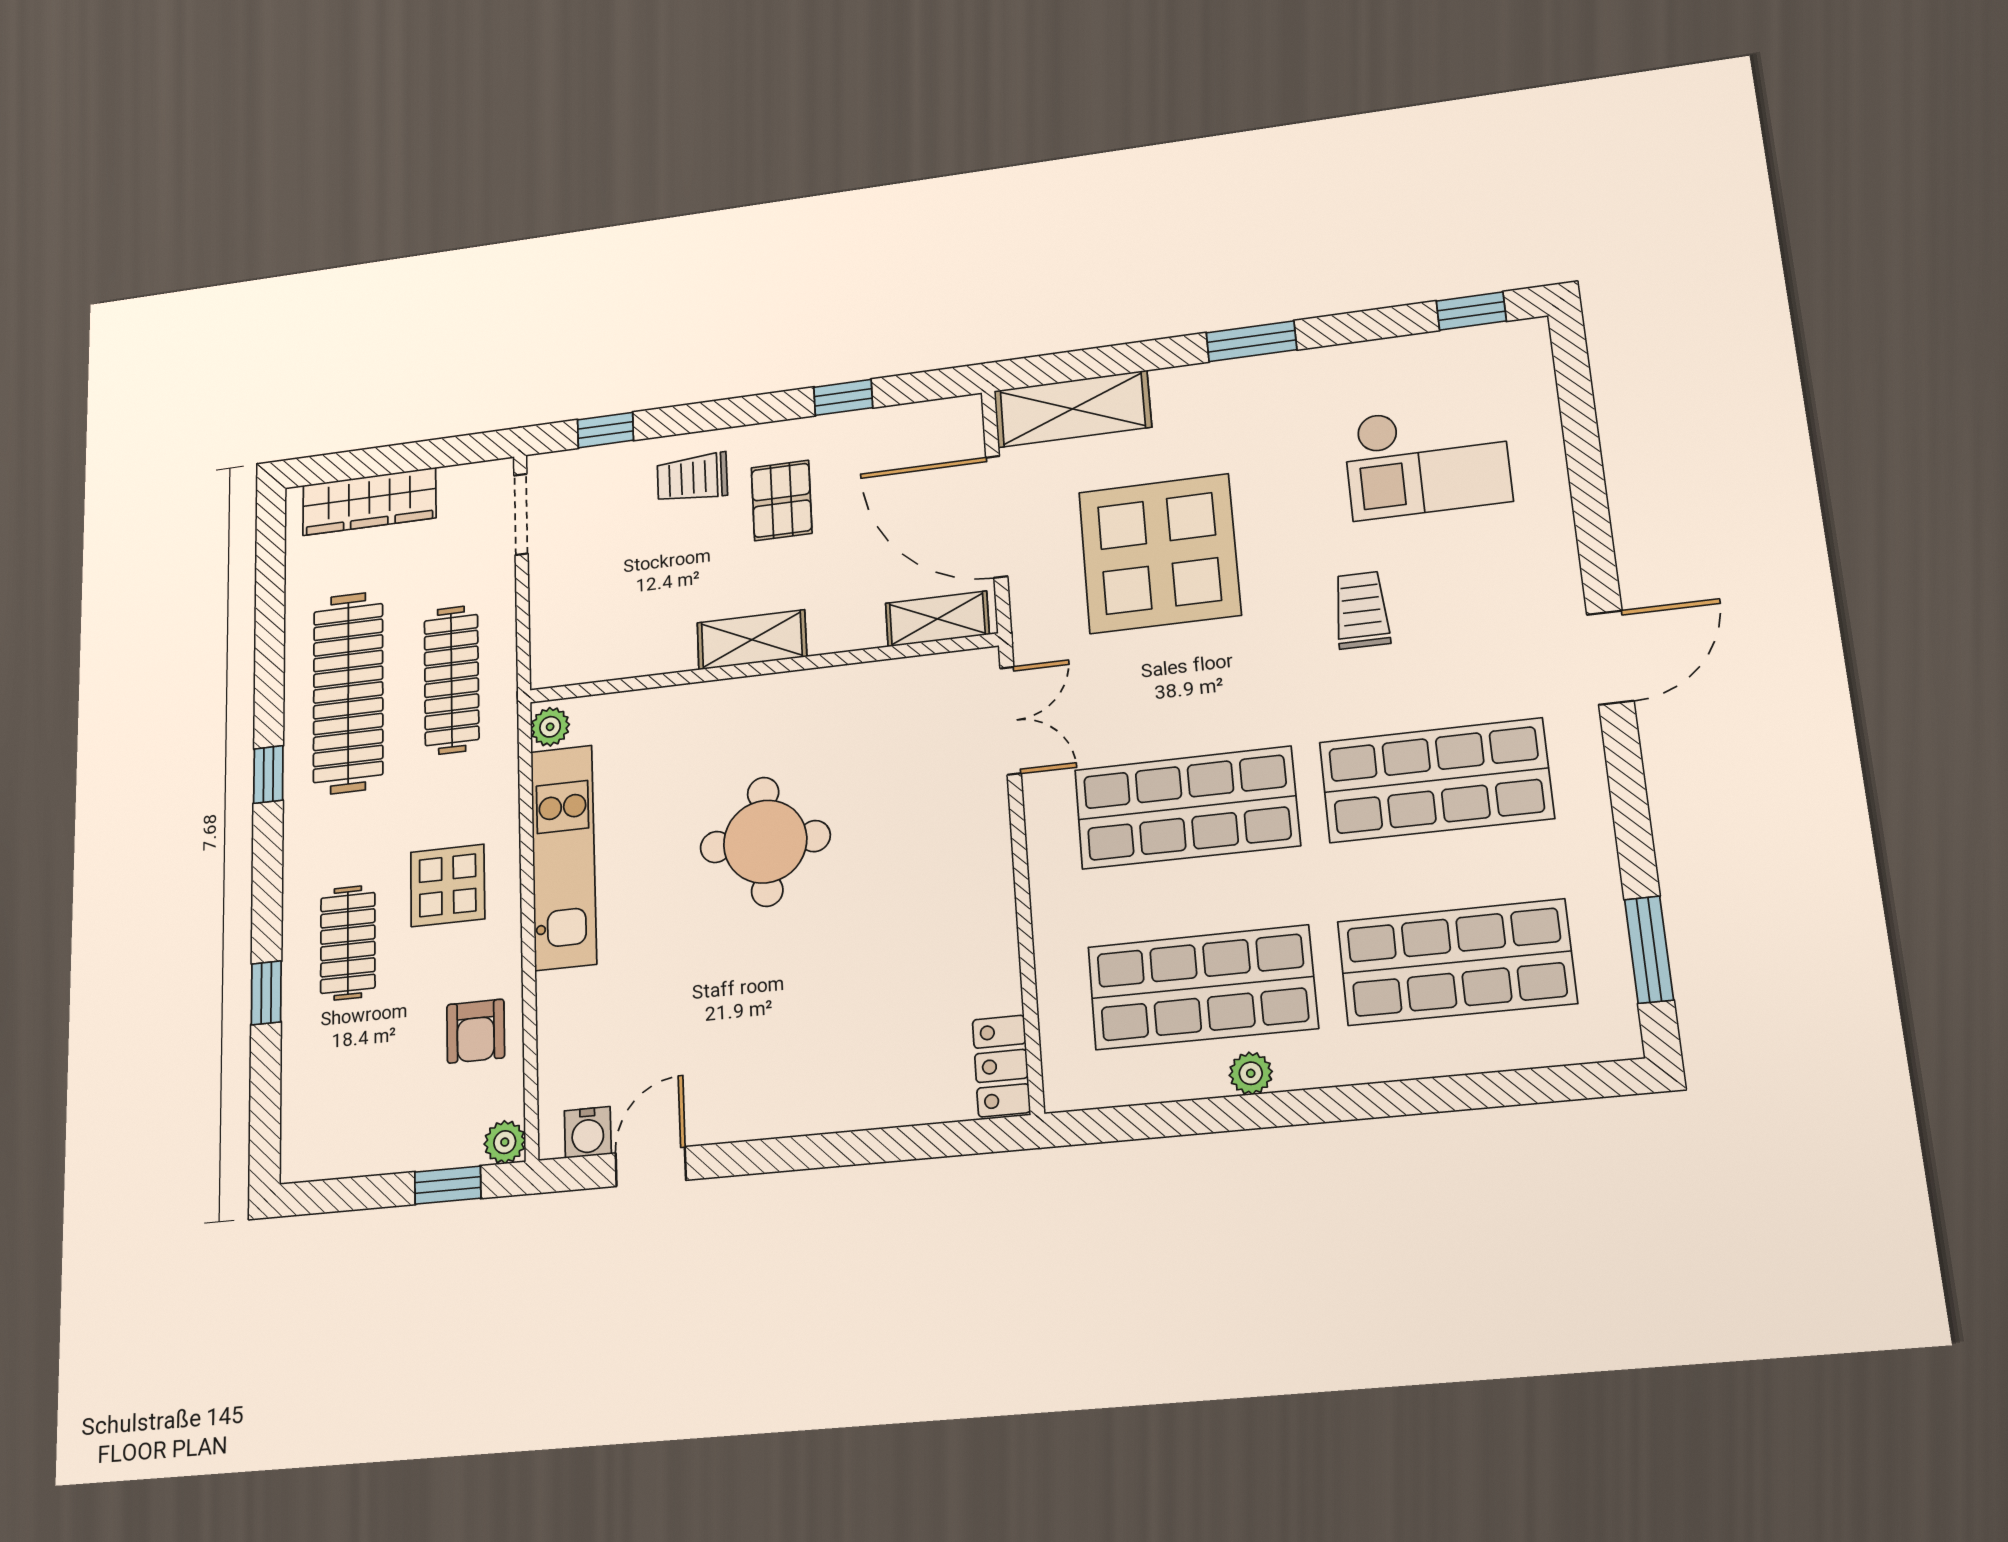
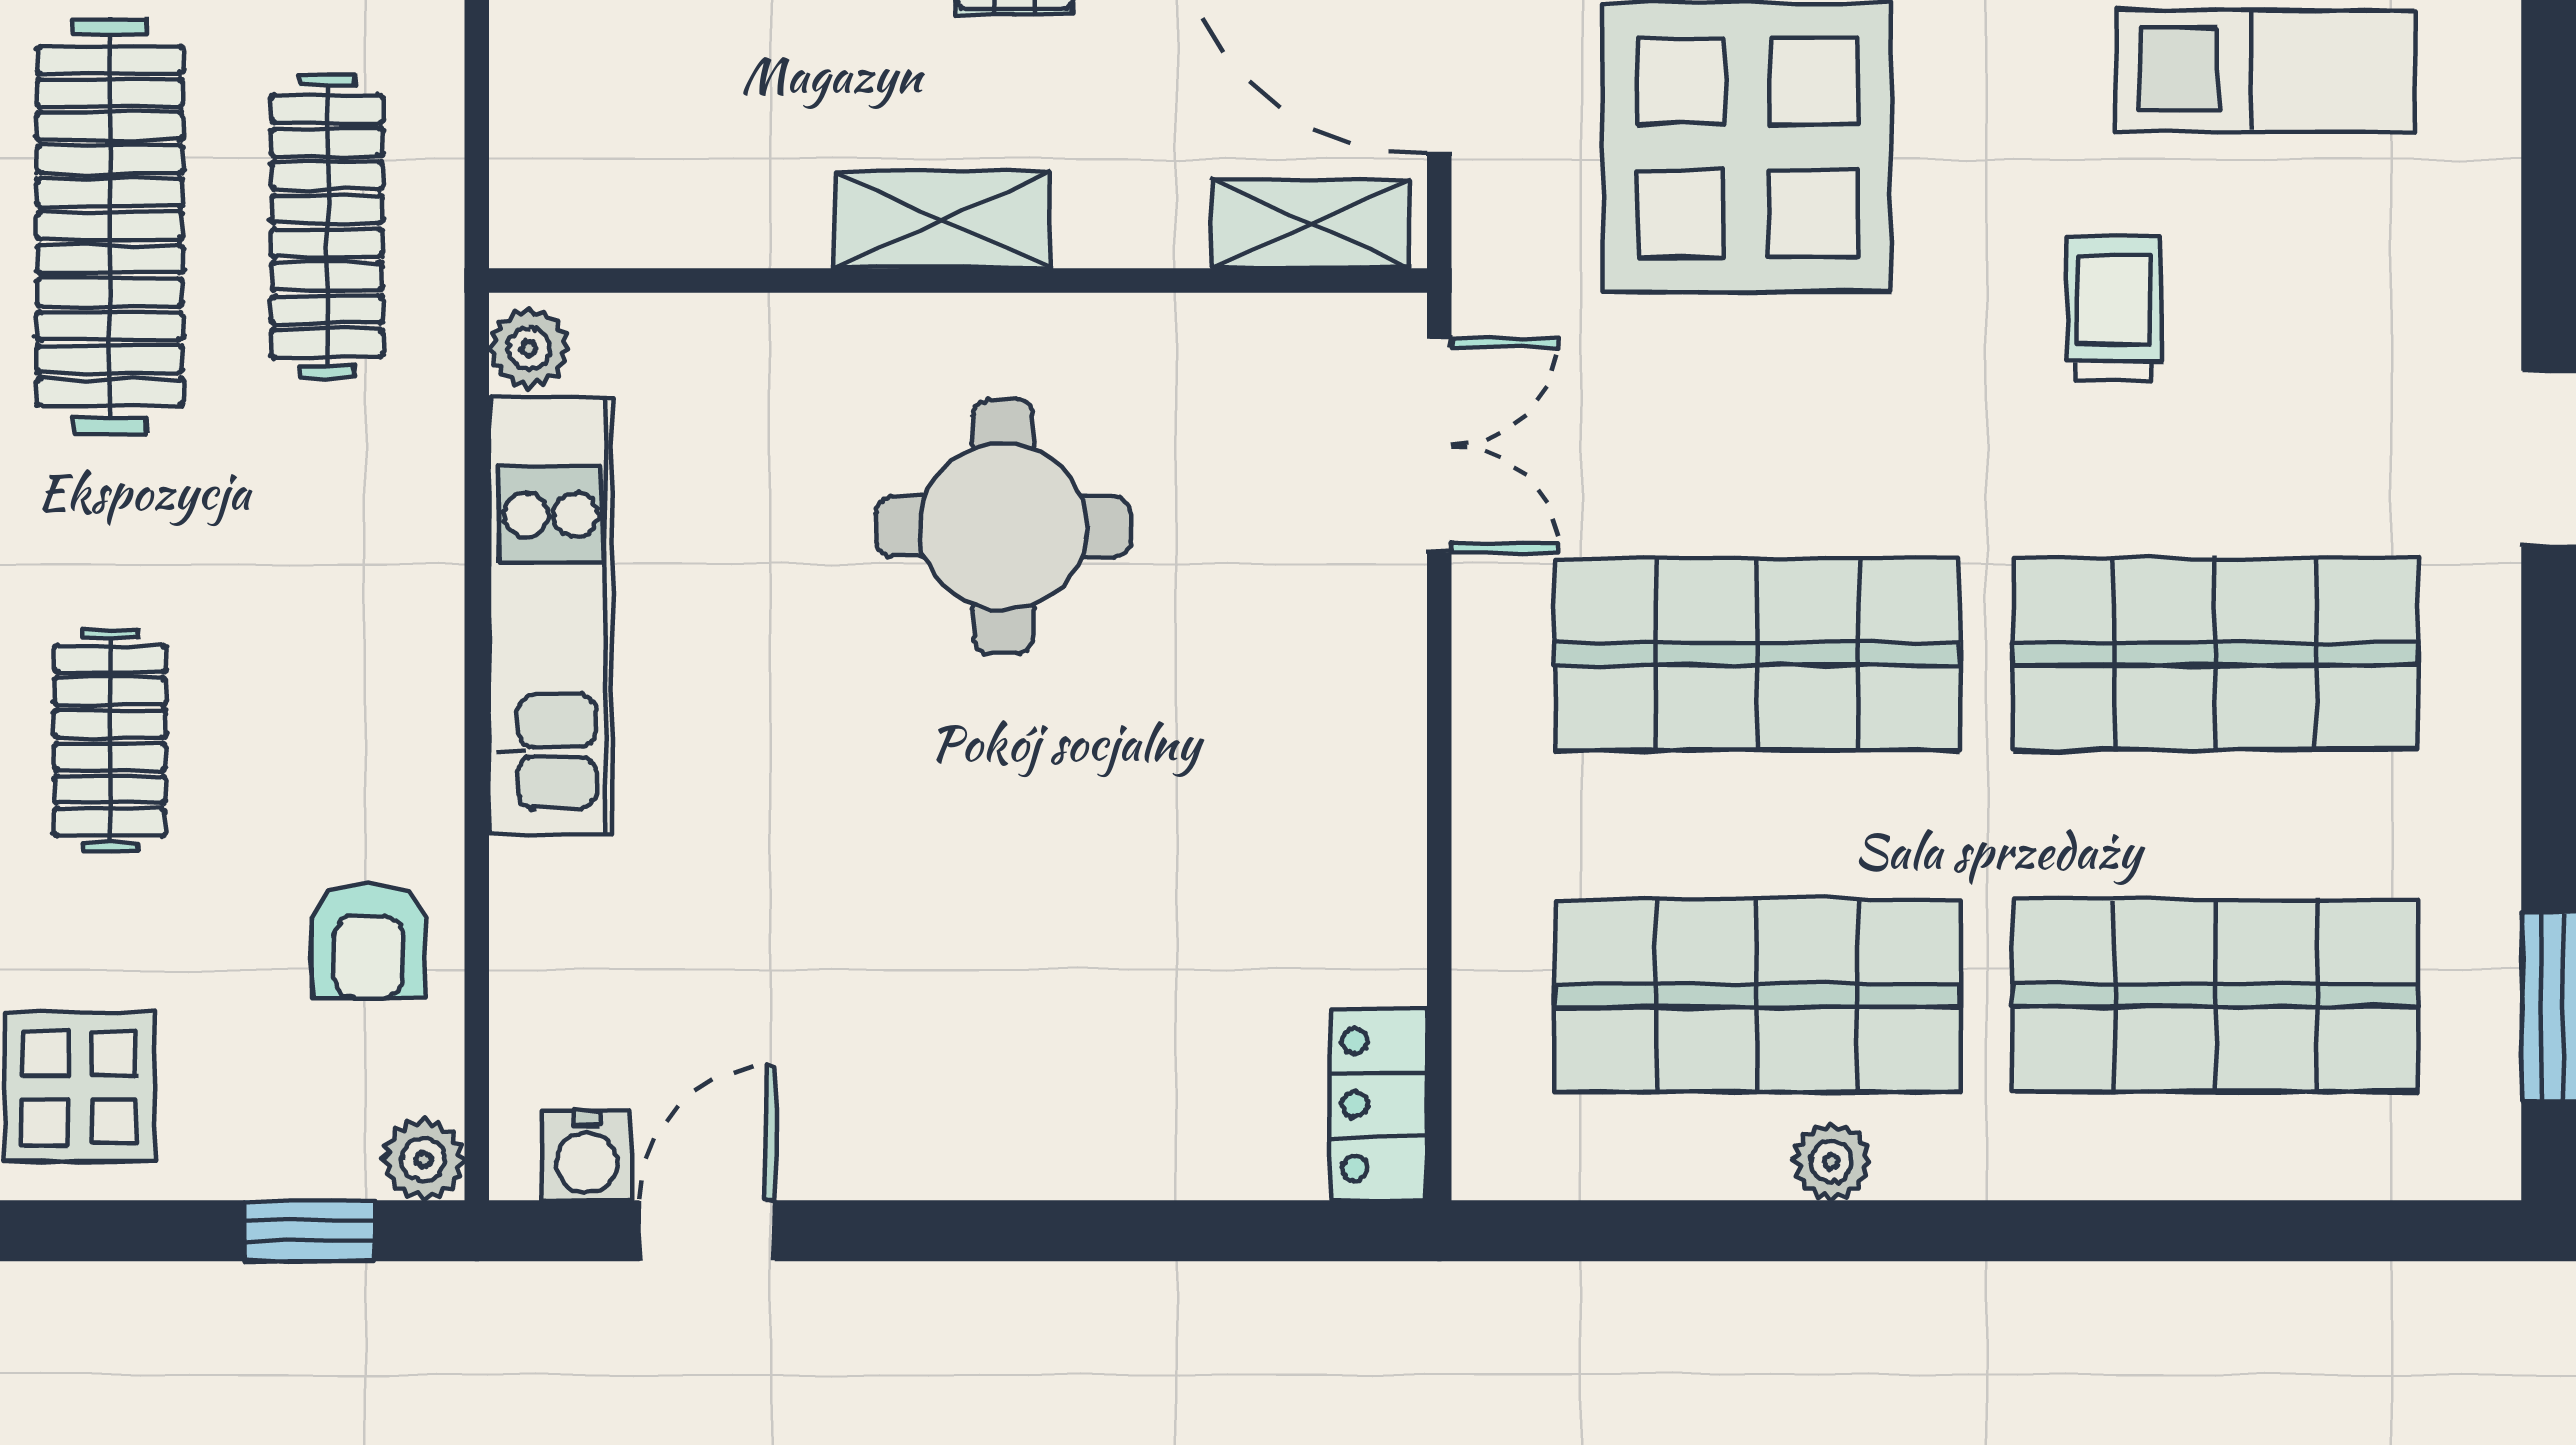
round table: (765, 842) -> (1003, 527), moved
display table: (448, 885) -> (80, 1087), moved

